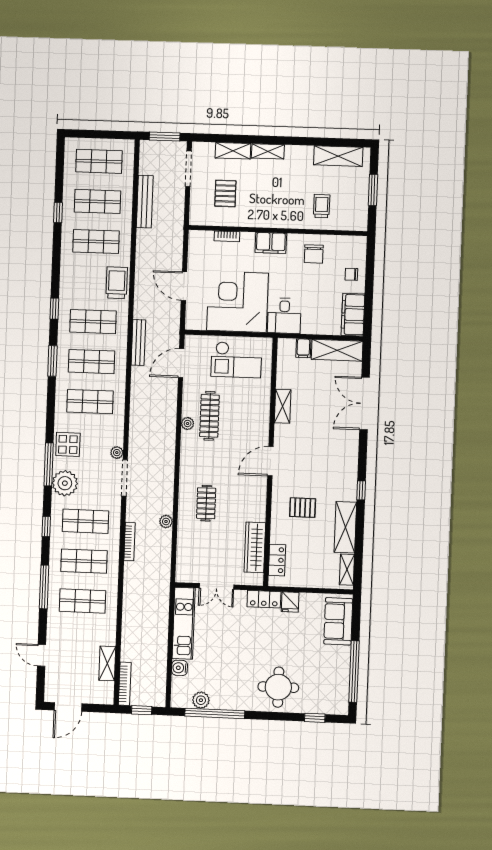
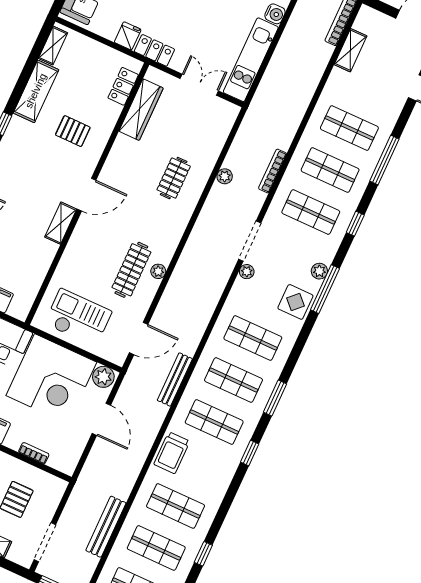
plant: (196, 321) -> (103, 377), added
shelving: (283, 406) -> (61, 223), moved
plant: (65, 483) -> (319, 271), width x0.53, depth x0.53

